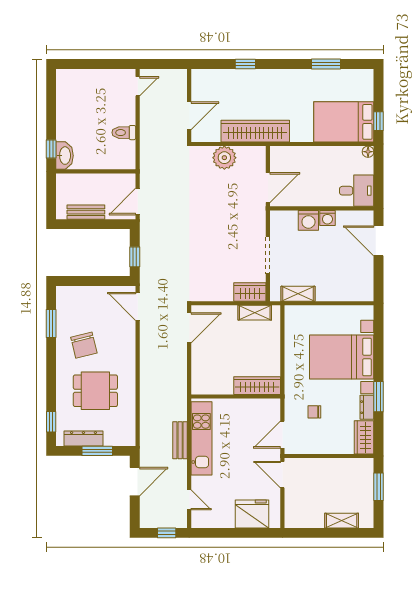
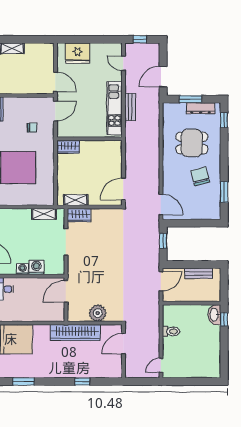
wardrobe: (257, 386) -> (68, 147), width x0.67

